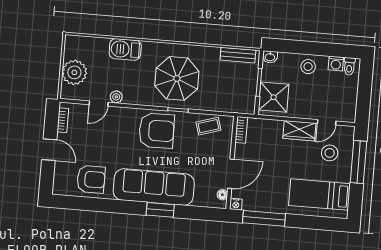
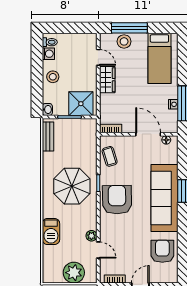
stool: (330, 153) -> (124, 41), moved
nightstand: (236, 204) -> (173, 104), moved

